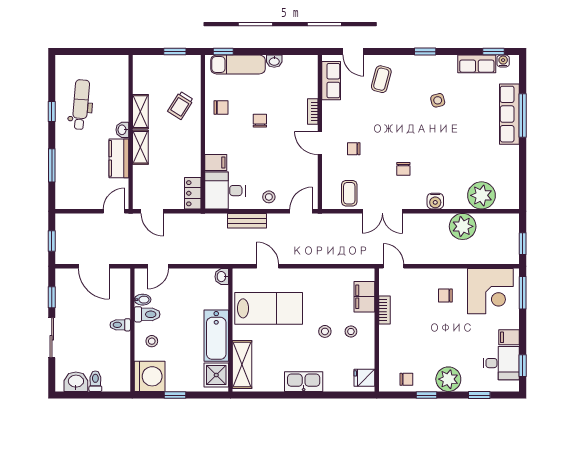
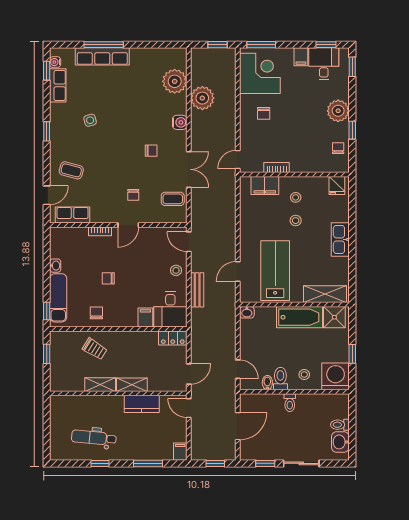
washbasin: (122, 130) -> (116, 401), removed
filing cabinet: (65, 202) -> (180, 452), added
window: (479, 395) -> (352, 67), moved

